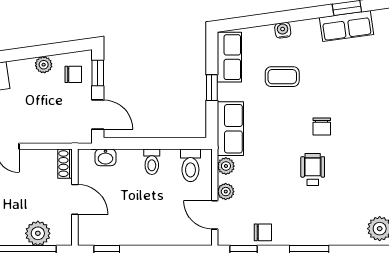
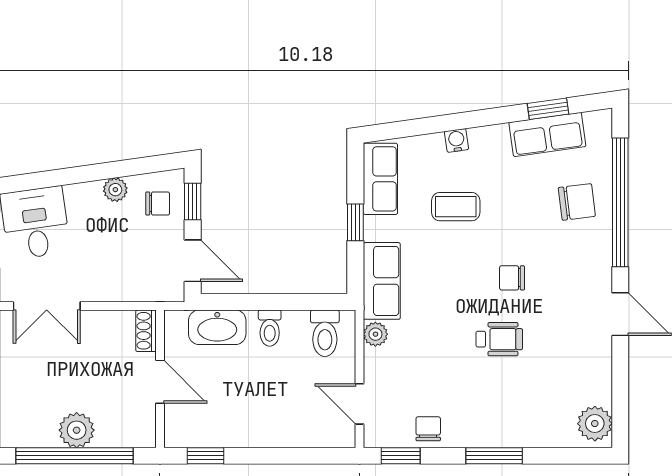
chair: (367, 73) -> (577, 202), added
chair: (322, 127) -> (512, 278), turned 90
washbasin: (105, 157) -> (217, 327), width x1.91, depth x1.45
wheelchair: (313, 169) -> (499, 339), turned 90
plant: (226, 192) -> (375, 371), removed
chair: (263, 232) -> (428, 429), turned -90
plant: (38, 233) -> (77, 430), moved

